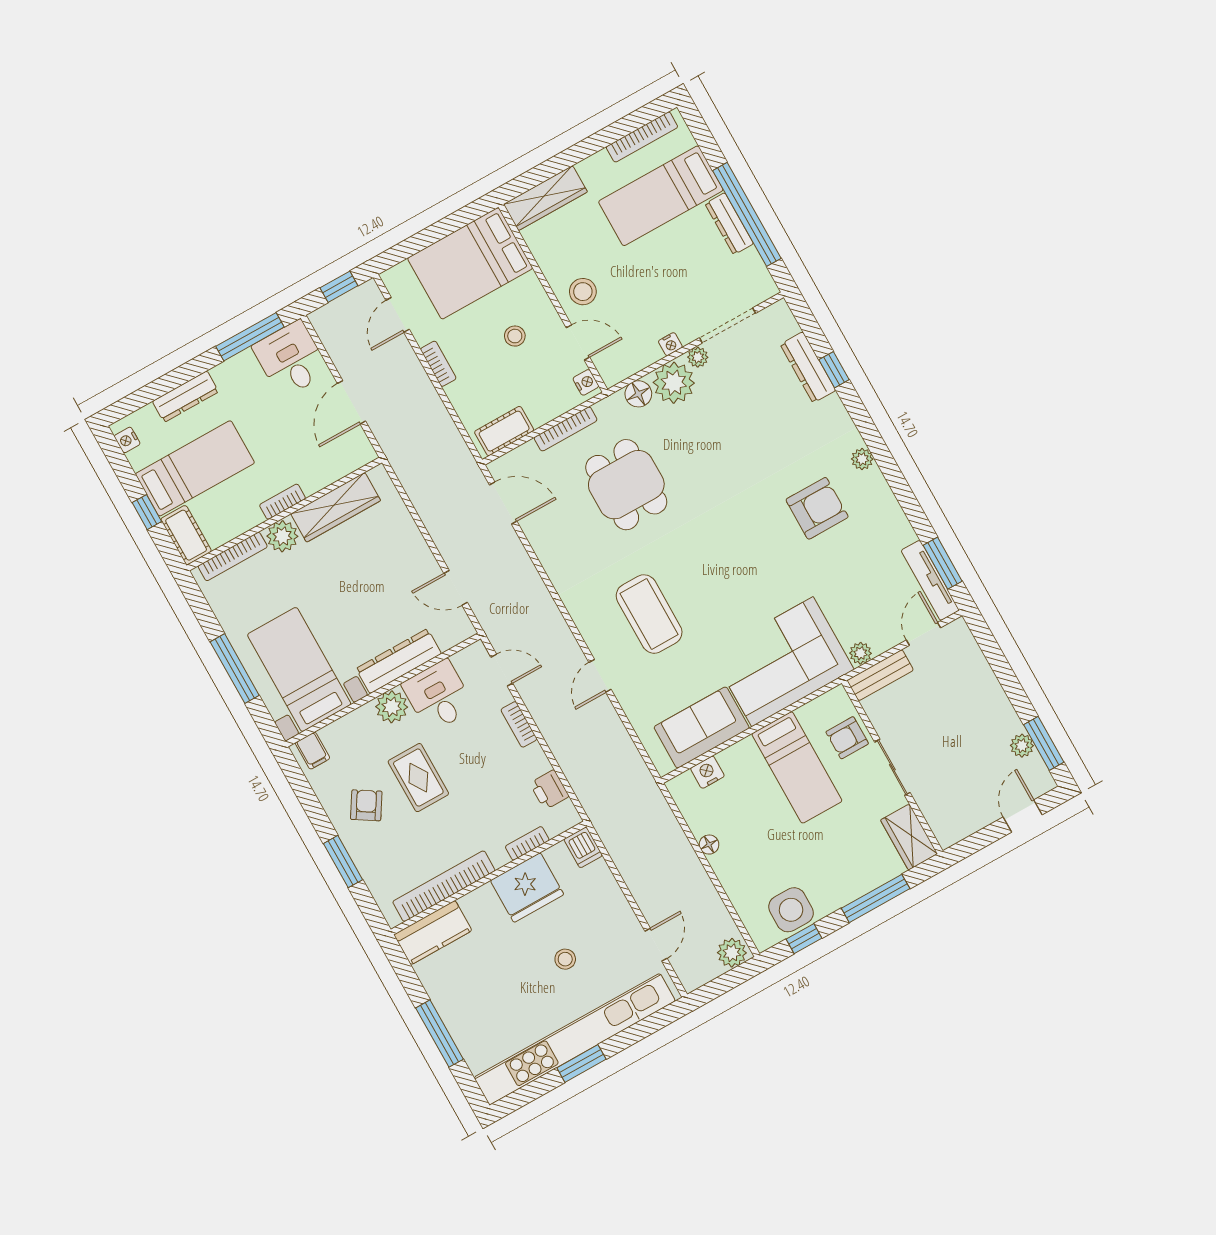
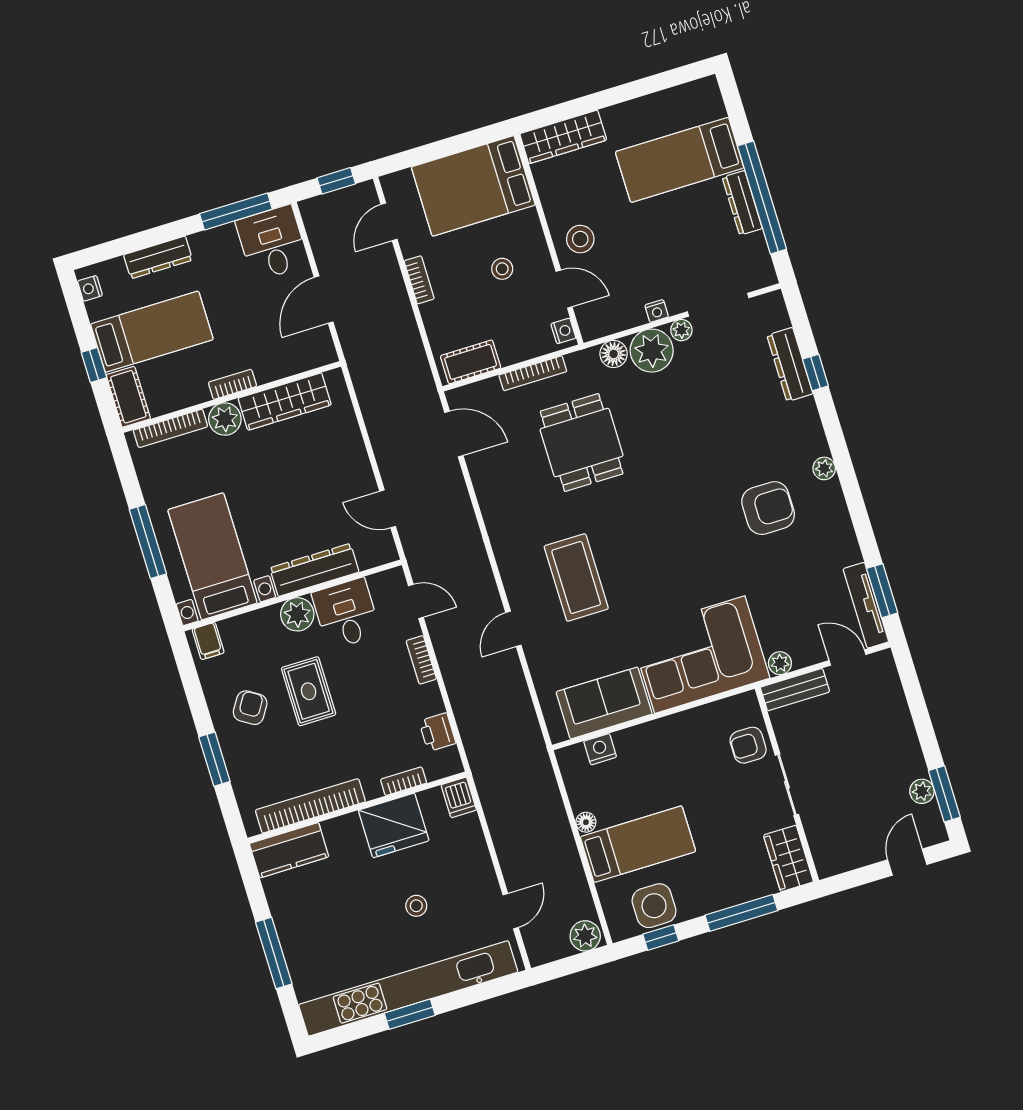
bookcase: (642, 137) -> (674, 97), removed
door: (923, 634) -> (847, 658), hinge flipped
bed: (797, 767) -> (638, 844), moved, turned -90

